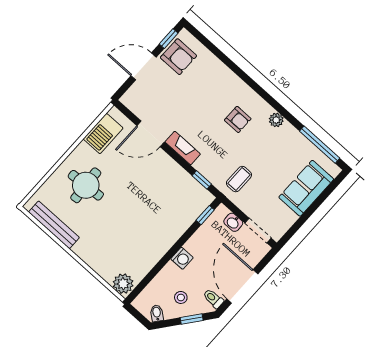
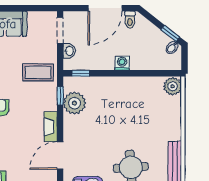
door: (151, 134) -> (60, 155), swing flipped
coffee table: (239, 179) -> (38, 72), width x1.36, depth x1.30
plant: (184, 187) -> (74, 103), added
stool: (181, 297) -> (148, 41), removed
window: (192, 319) -> (170, 33), moved

